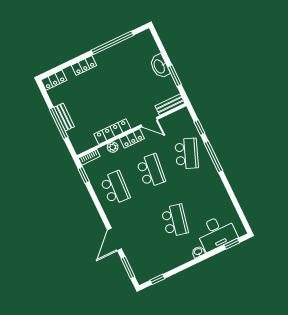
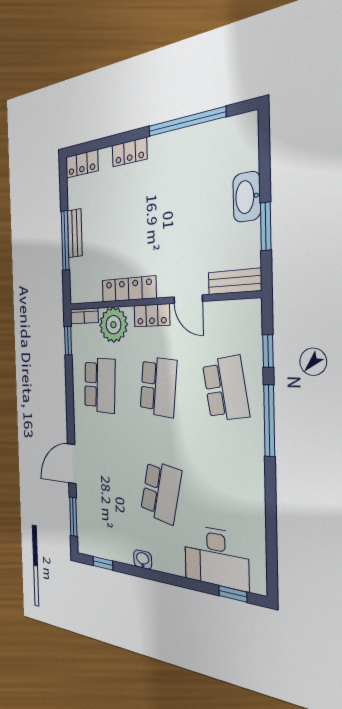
plant: (113, 147) -> (113, 325), width x1.87, depth x1.87
school desk: (187, 154) -> (225, 389), turned -30
washbasin: (198, 252) -> (143, 560), moved

